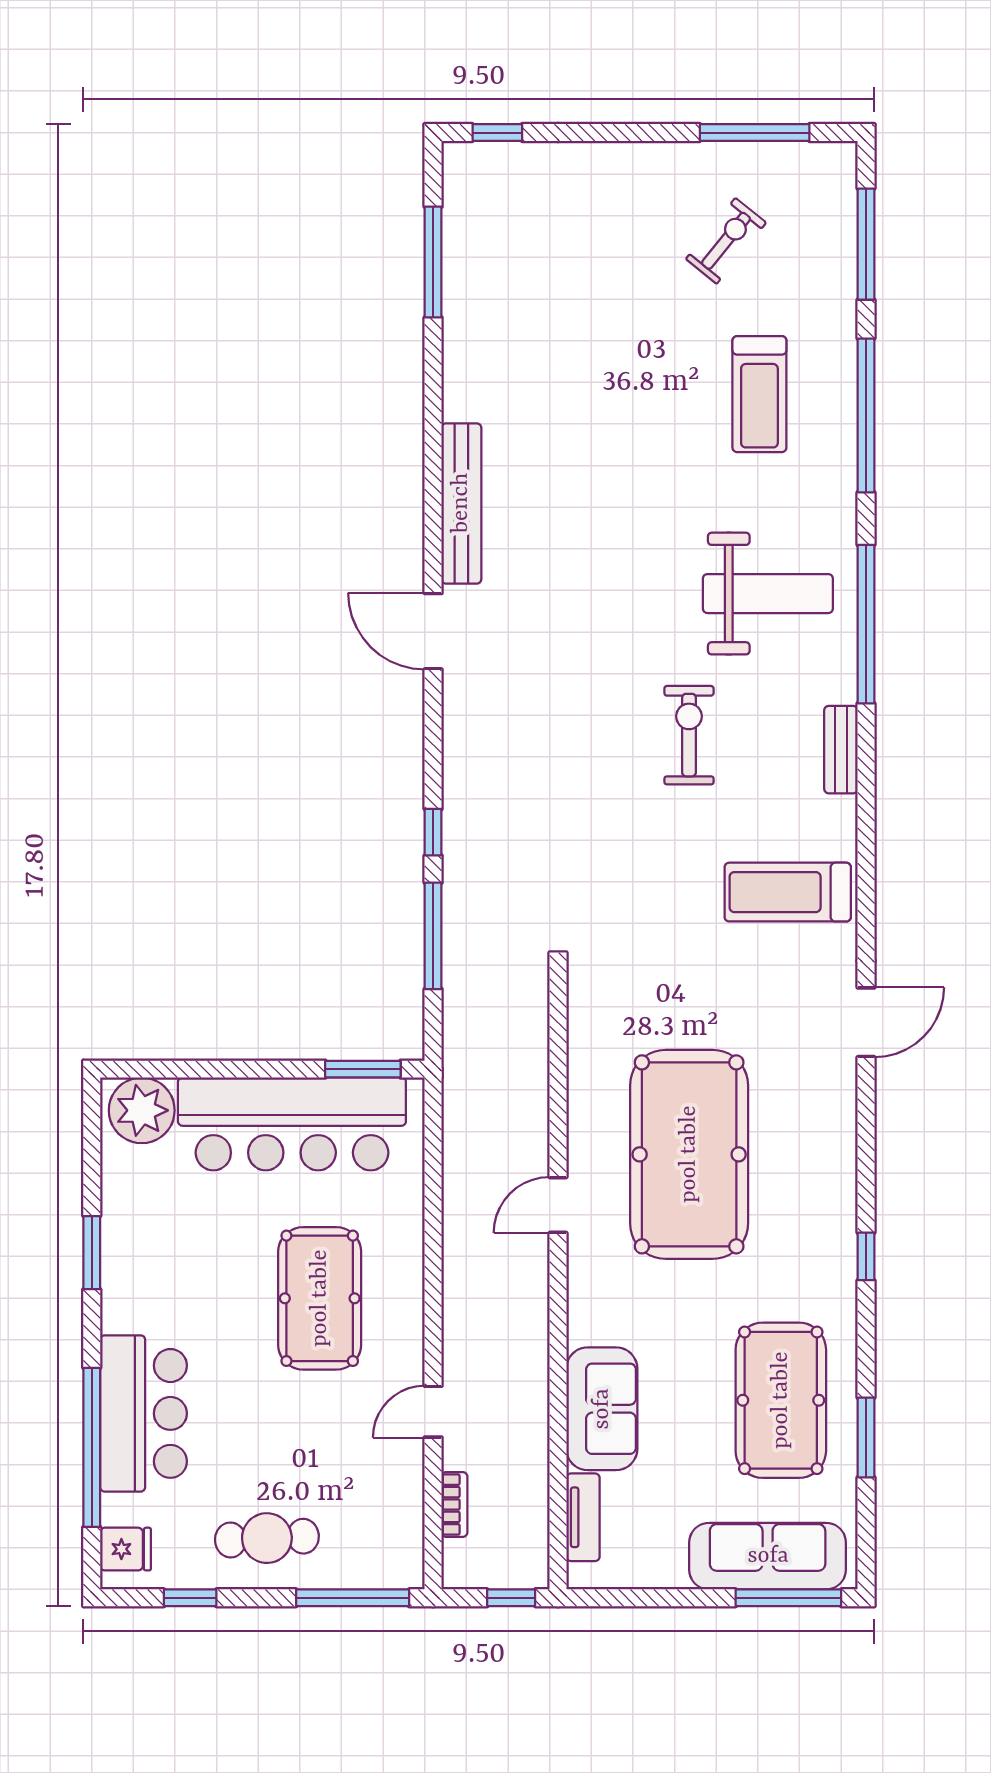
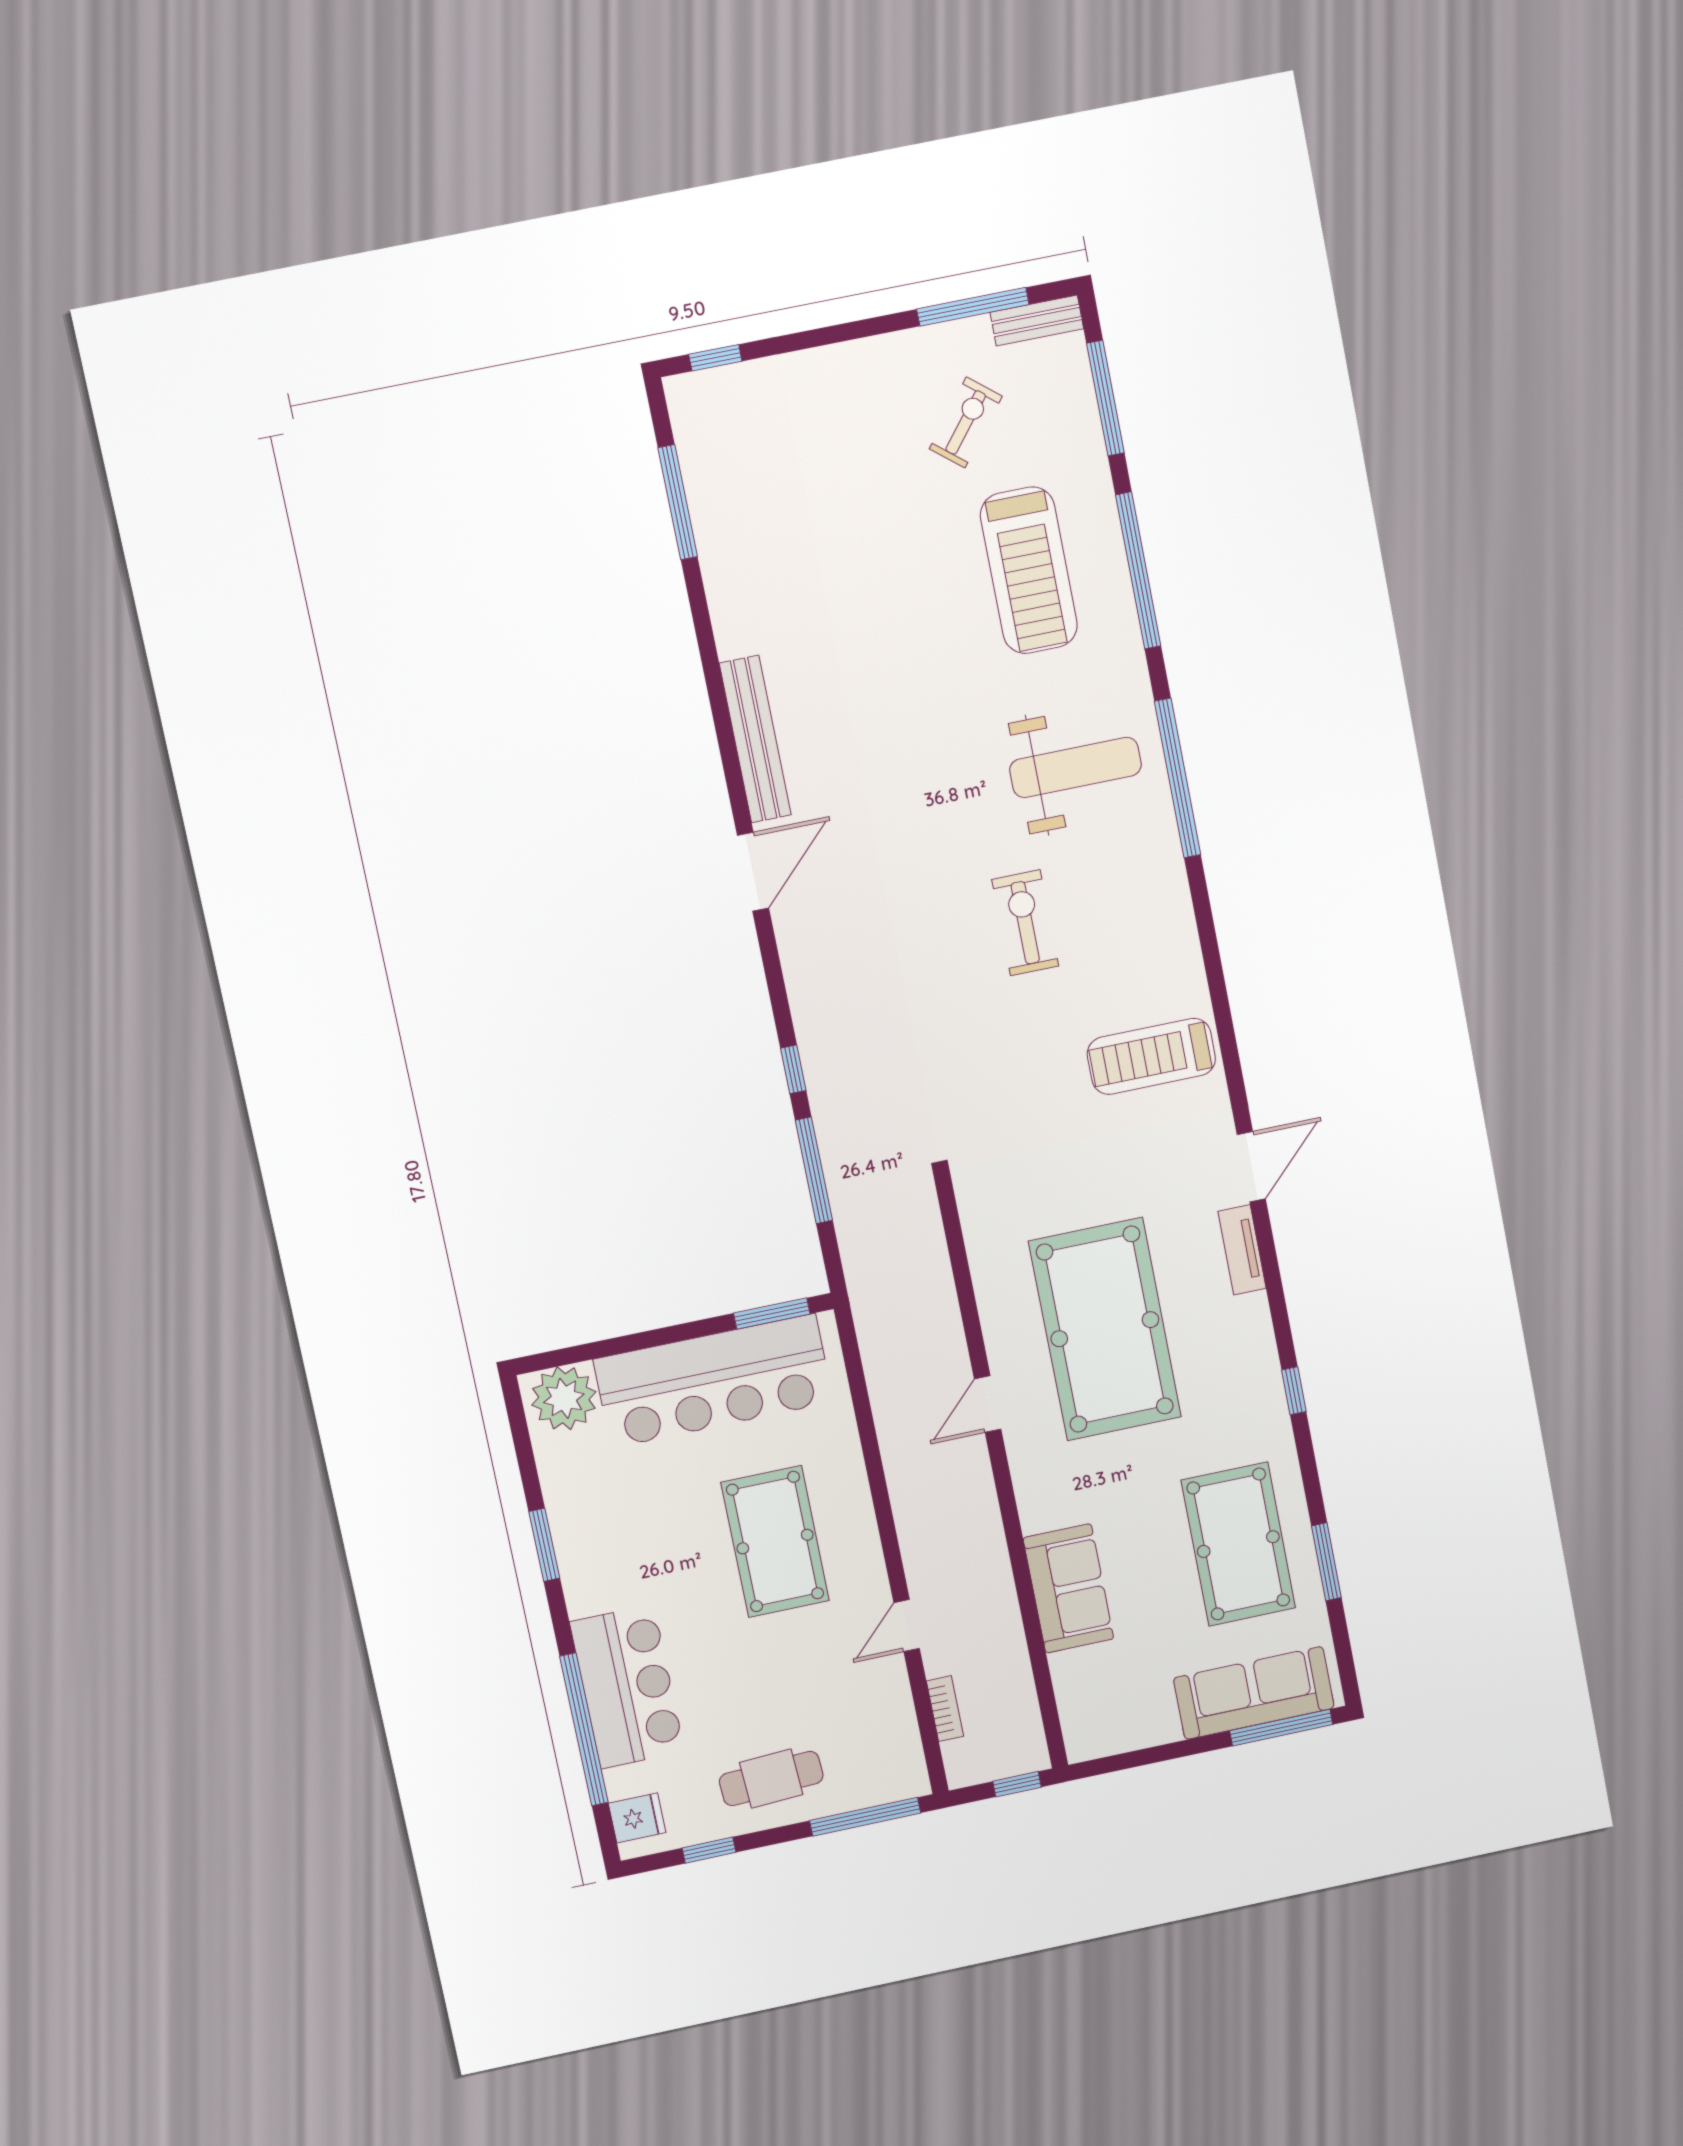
treadmill: (759, 394) -> (1029, 570), width x1.37, depth x1.38
door: (433, 631) -> (753, 872), swing flipped
bench: (841, 750) -> (1037, 321), moved, turned 90
tv unit: (583, 1517) -> (1242, 1250), moved, turned 180

